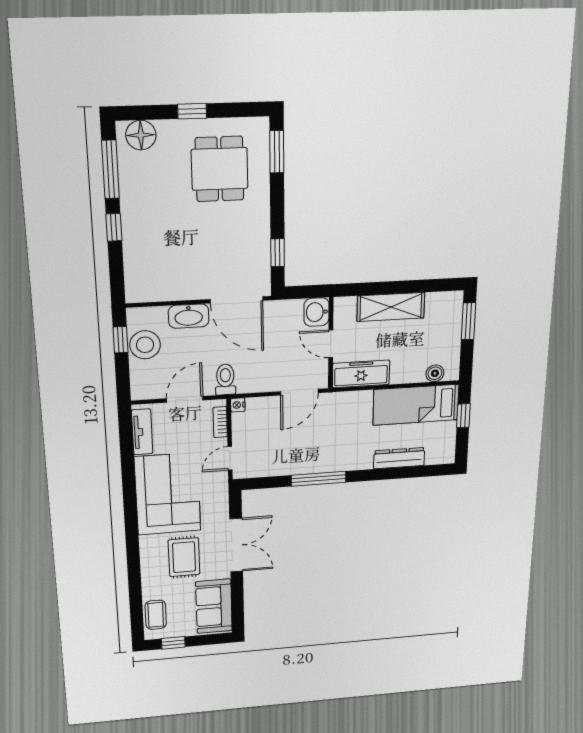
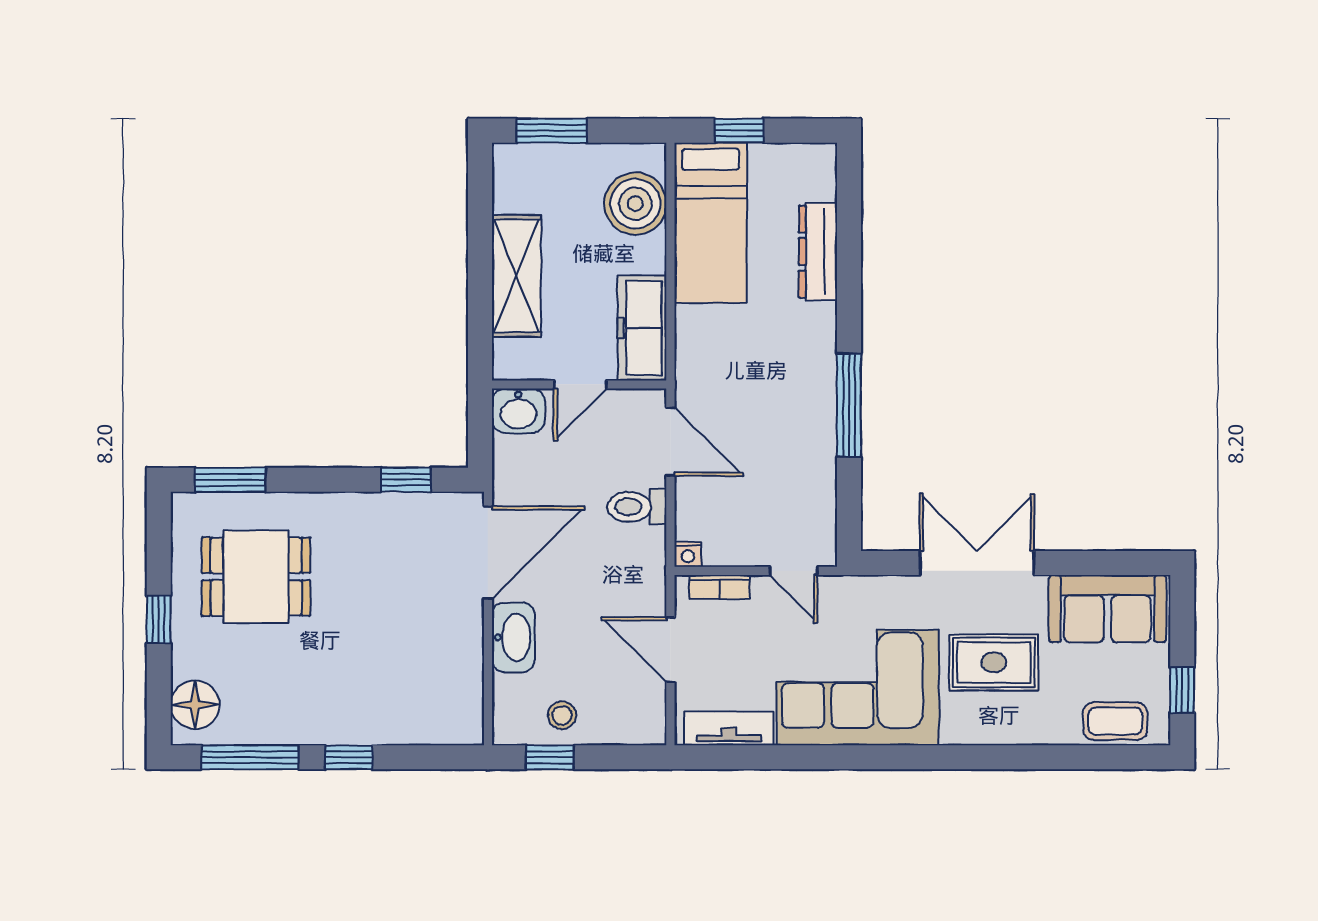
stool: (145, 345) -> (562, 715), width x0.53, depth x0.53
boiler: (435, 373) -> (635, 204), width x1.86, depth x1.86
toilet: (225, 379) -> (637, 507), moved

